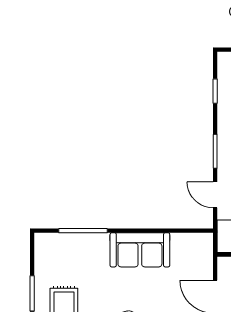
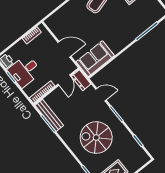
sofa: (140, 250) -> (95, 59), moved

